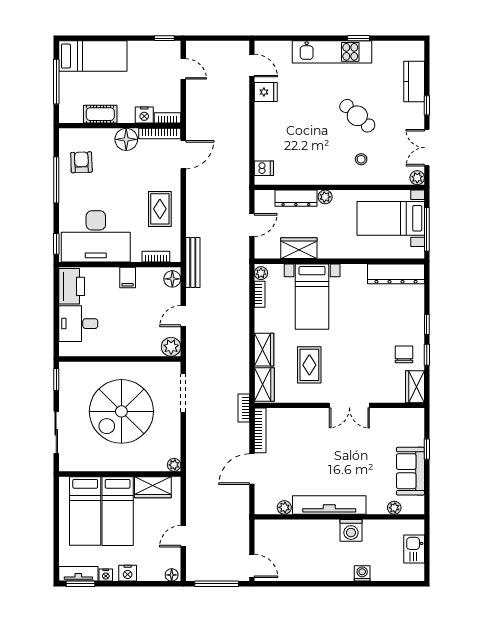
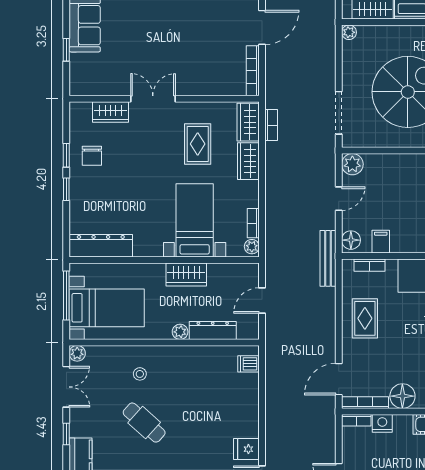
wardrobe: (299, 248) -> (186, 274), moved
filing cabinet: (128, 278) -> (381, 242), moved
wardrobe: (415, 387) -> (110, 112), moved, turned 90
bookcase: (244, 408) -> (271, 125), moved

